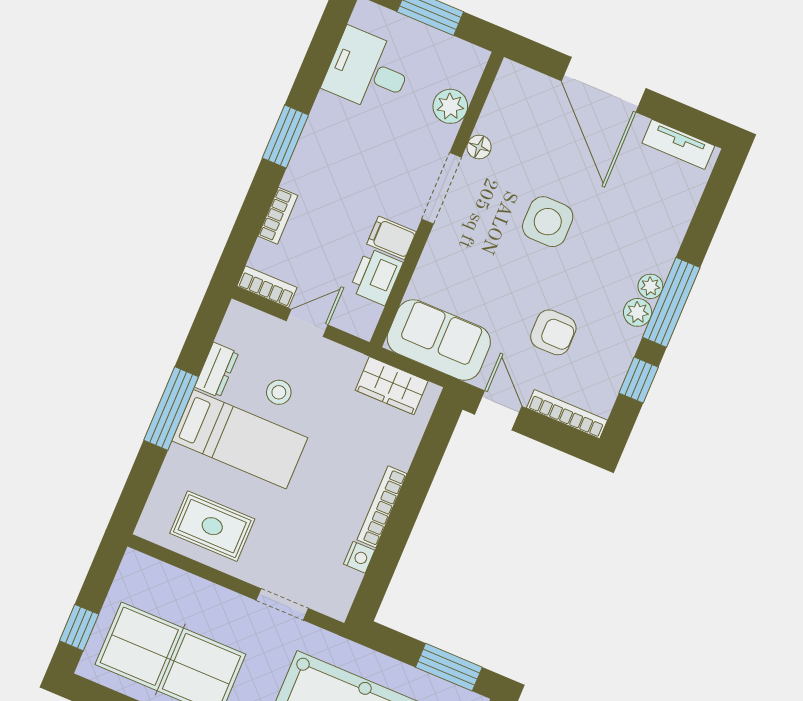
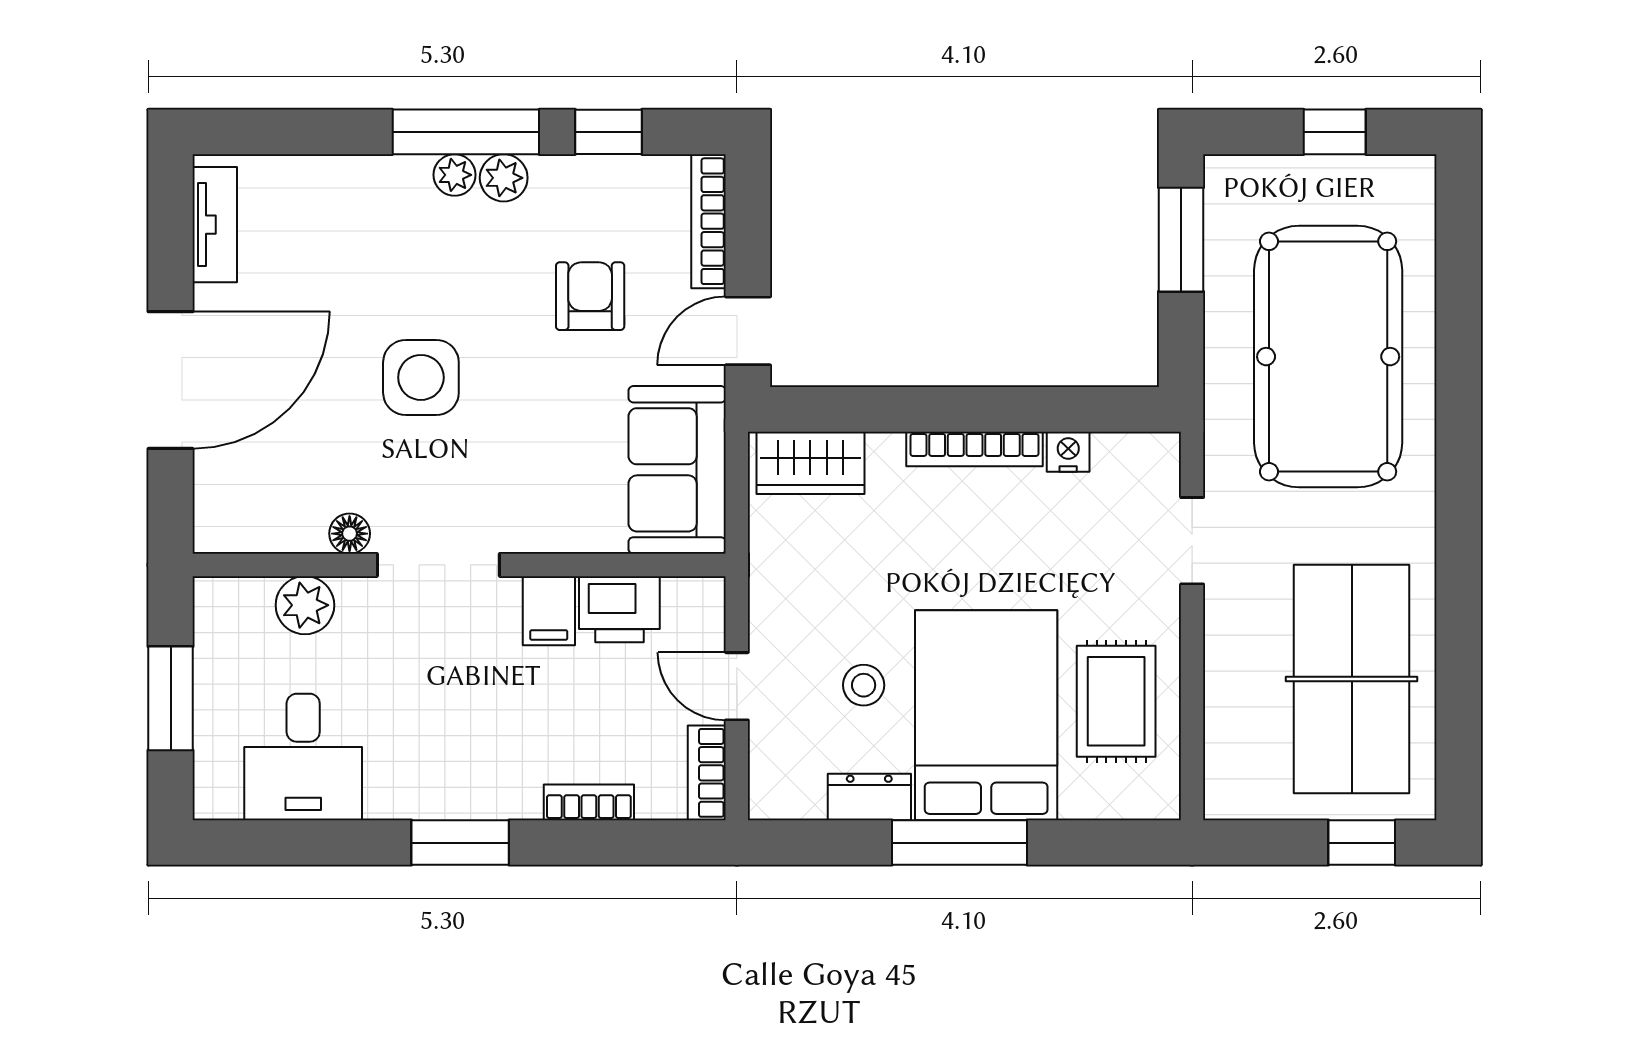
wardrobe: (392, 386) -> (810, 463), moved, turned 90
bed: (240, 439) -> (986, 715), width x1.50

